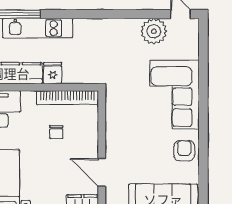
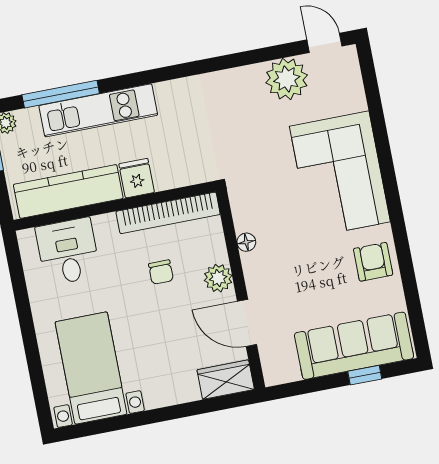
floor lamp: (111, 124) -> (246, 242), added
plant: (90, 142) -> (218, 278), added

